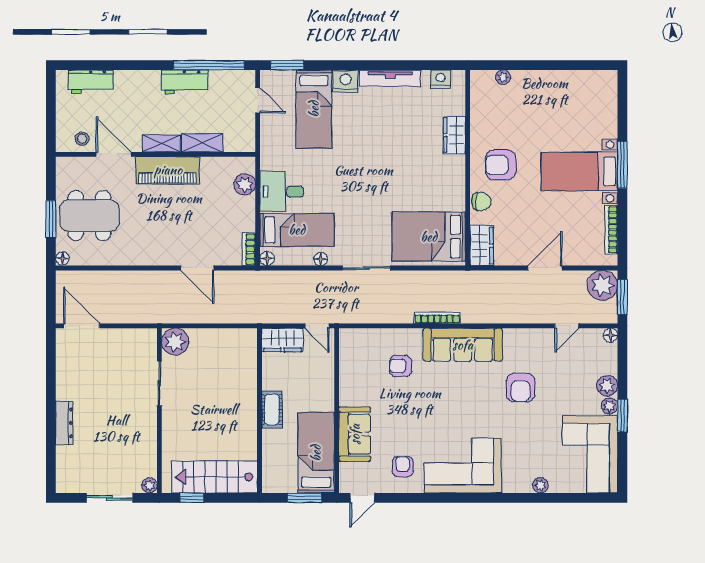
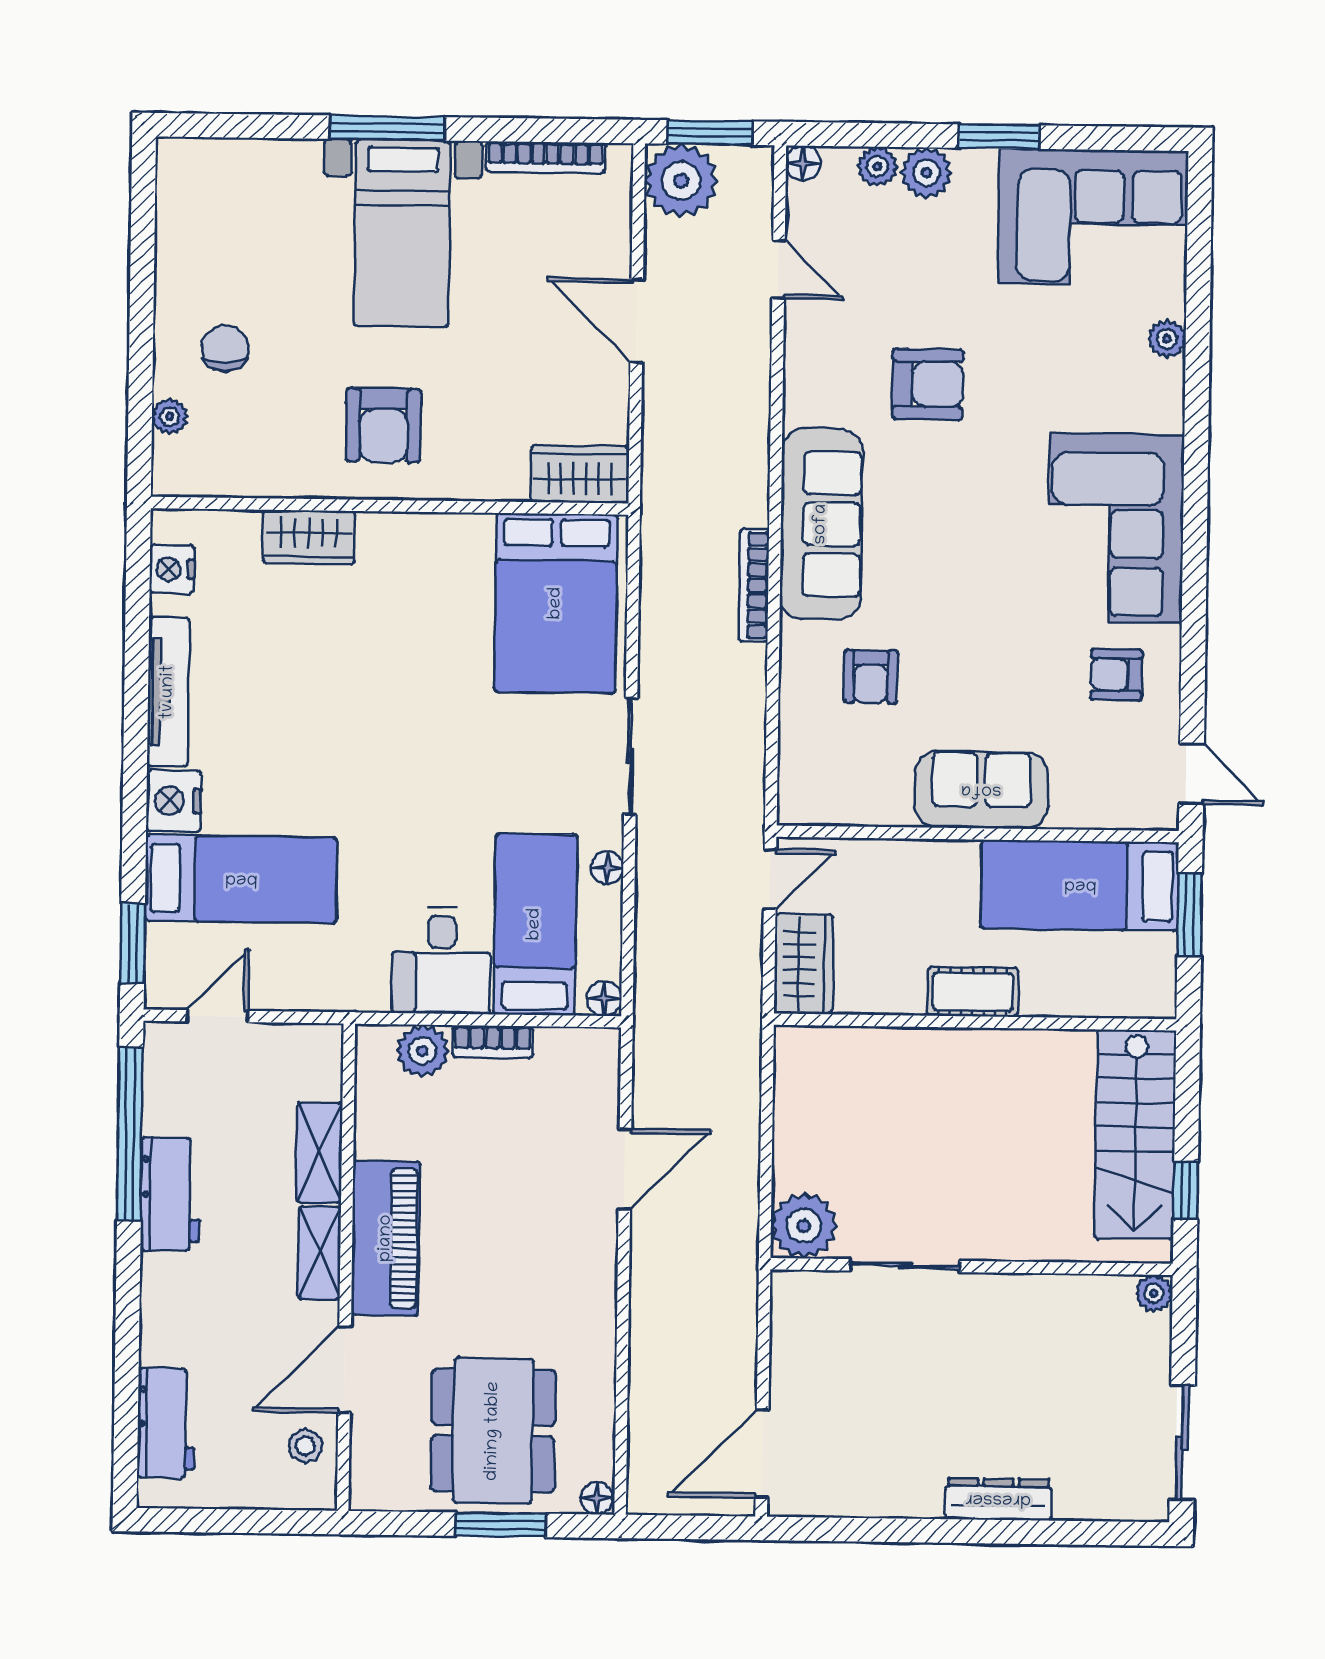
chair: (481, 201) -> (225, 348), moved
bookcase: (249, 249) -> (493, 1042), moved
plant: (609, 406) -> (877, 167), moved
sofa: (355, 434) -> (981, 790), moved
sliding door: (109, 498) -> (1182, 1443), moved

